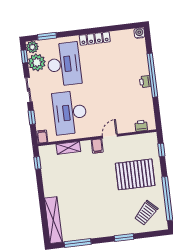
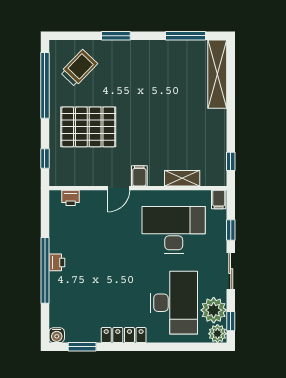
window: (47, 36) -> (82, 347), moved
desk: (64, 64) -> (174, 303), turned 180
desk: (70, 113) -> (174, 230), turned -90

